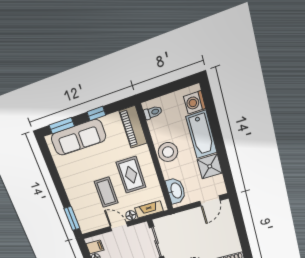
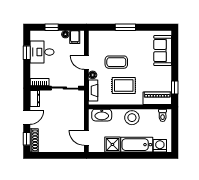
window: (96, 114) -> (175, 88), moved
window: (62, 126) -> (175, 47), removed
sofa: (78, 137) -> (163, 51), width x0.73
window: (72, 218) -> (125, 27), moved
door: (119, 226) -> (86, 63), swing flipped

